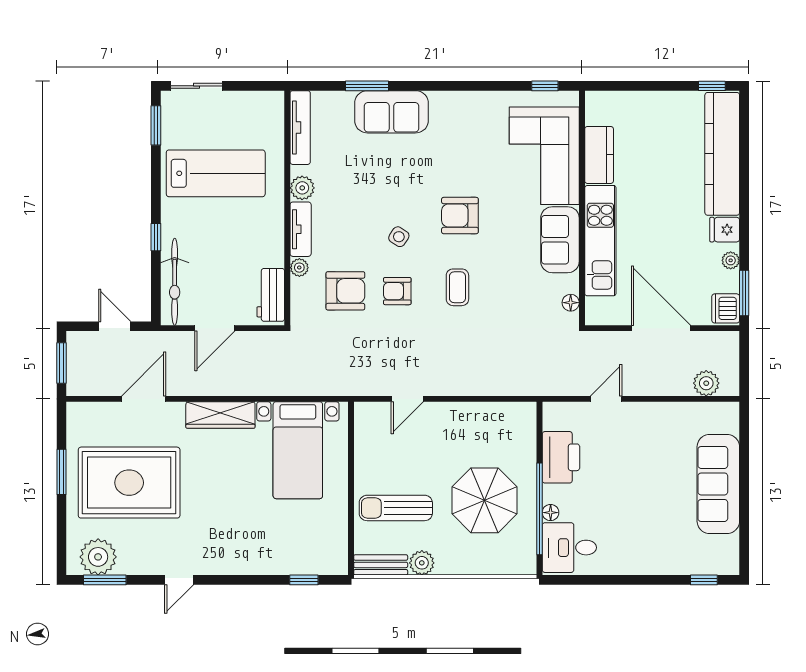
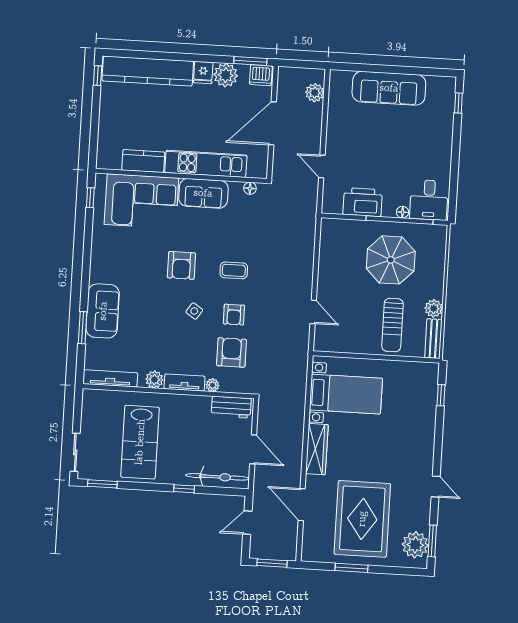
lab bench: (216, 173) -> (140, 442), turned 180
plant: (731, 260) -> (226, 75), width x1.88, depth x1.88

